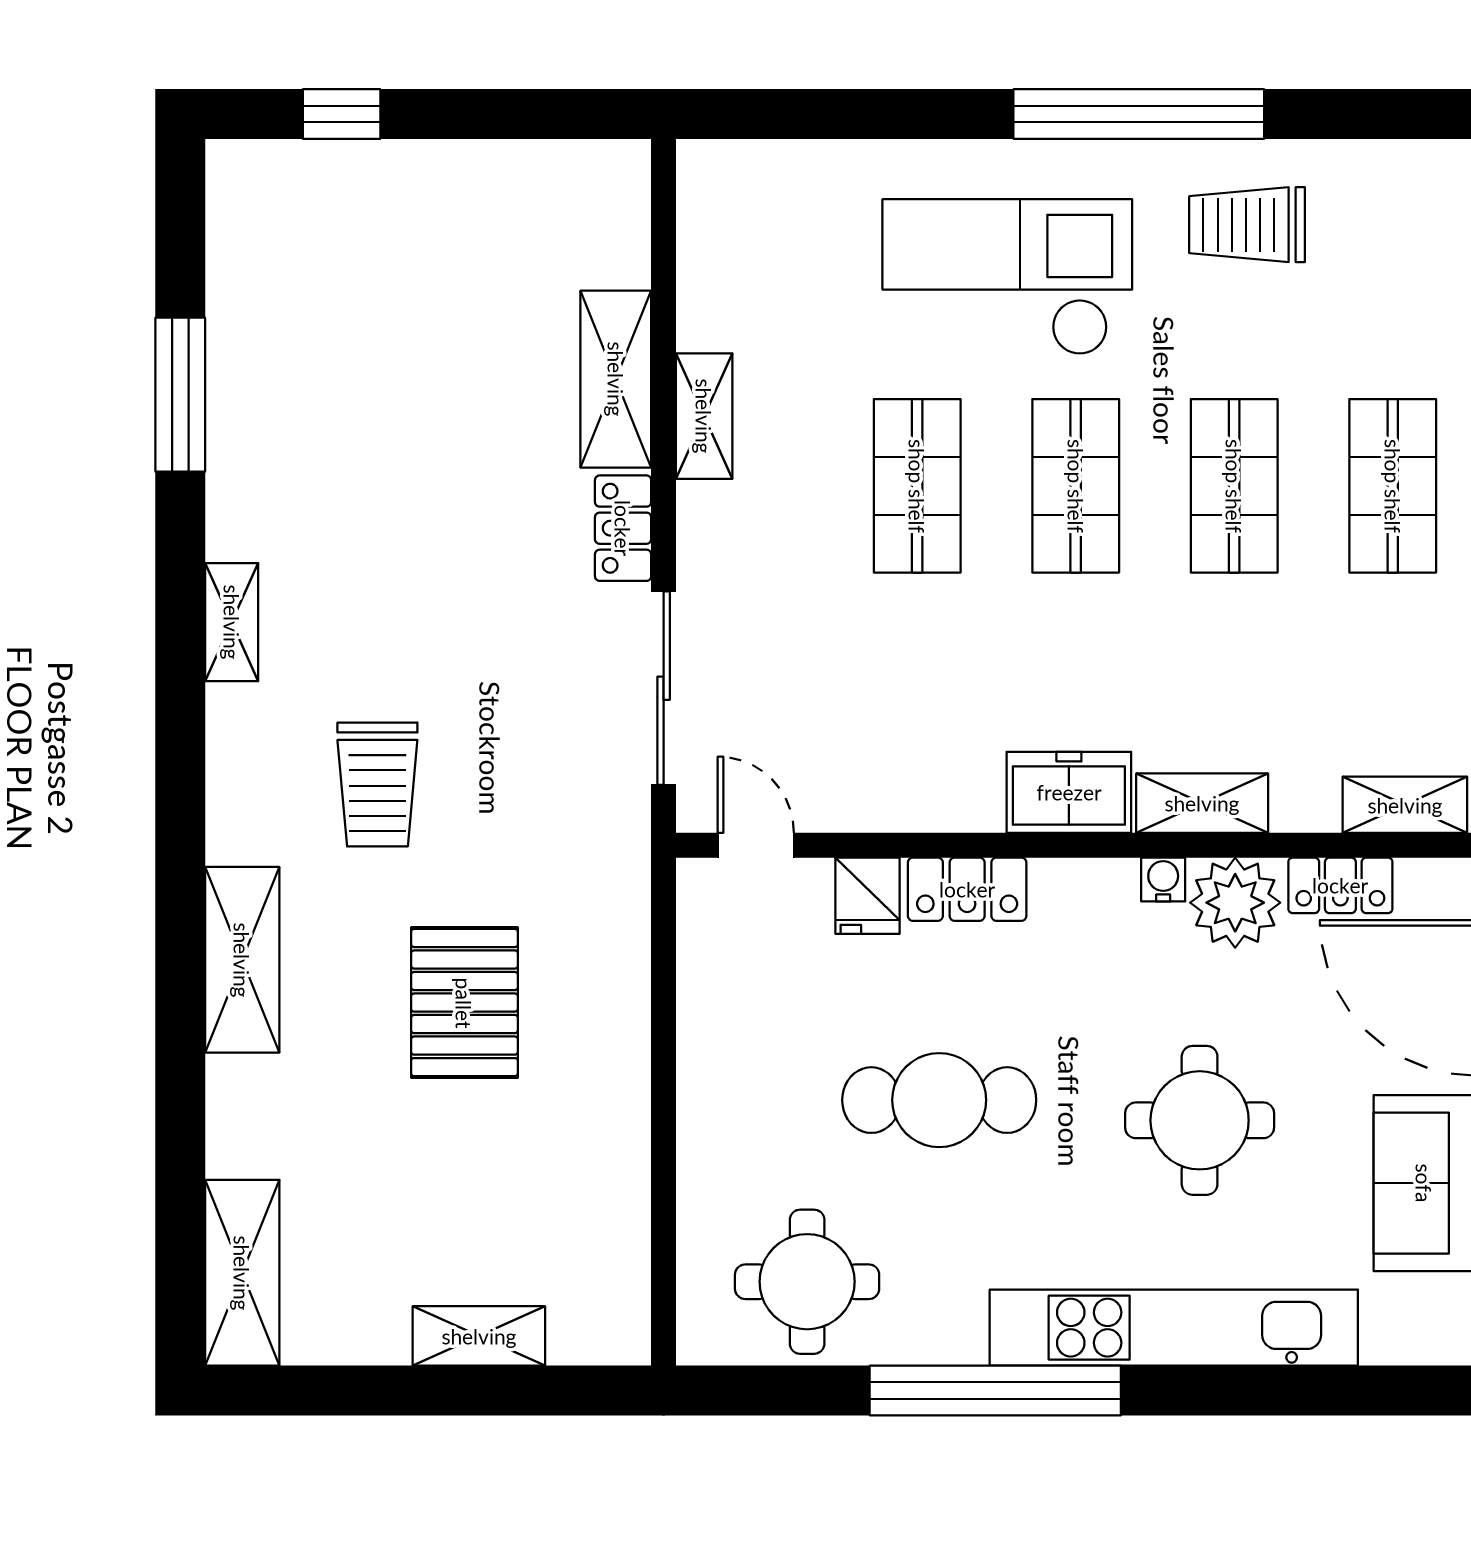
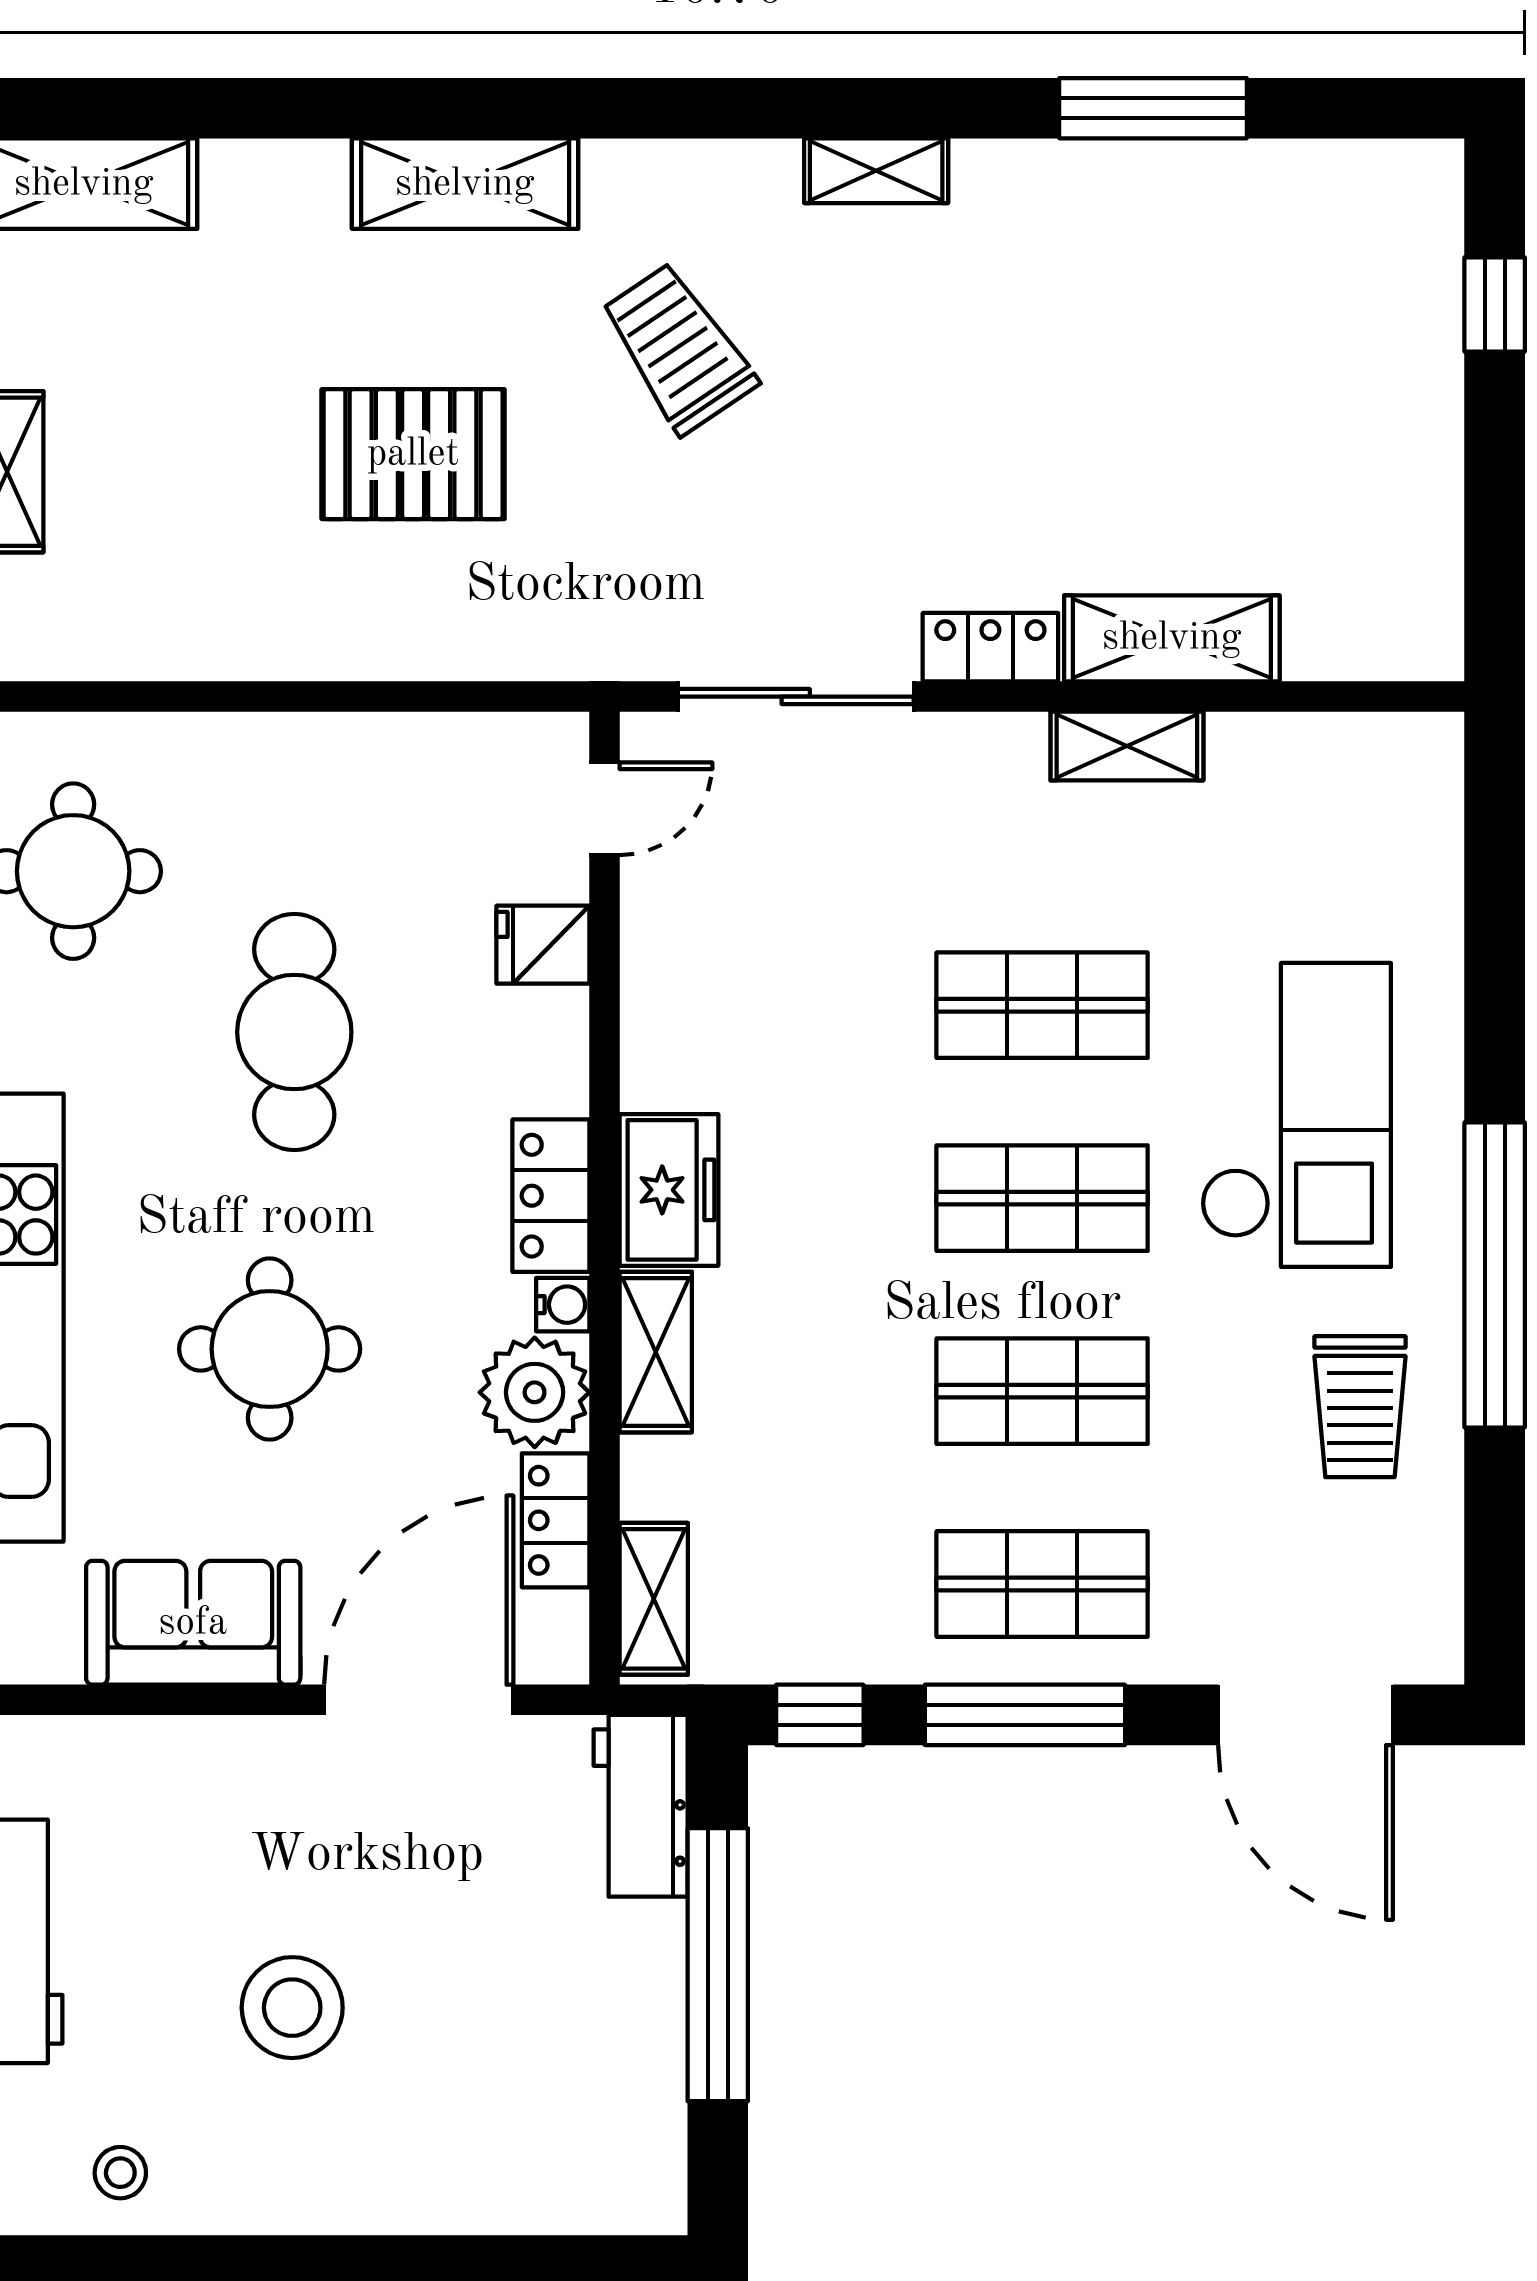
trolley: (1247, 225) -> (1360, 1407), turned 180
trolley: (377, 784) -> (678, 348), turned 56
locker: (967, 889) -> (551, 1196), moved

